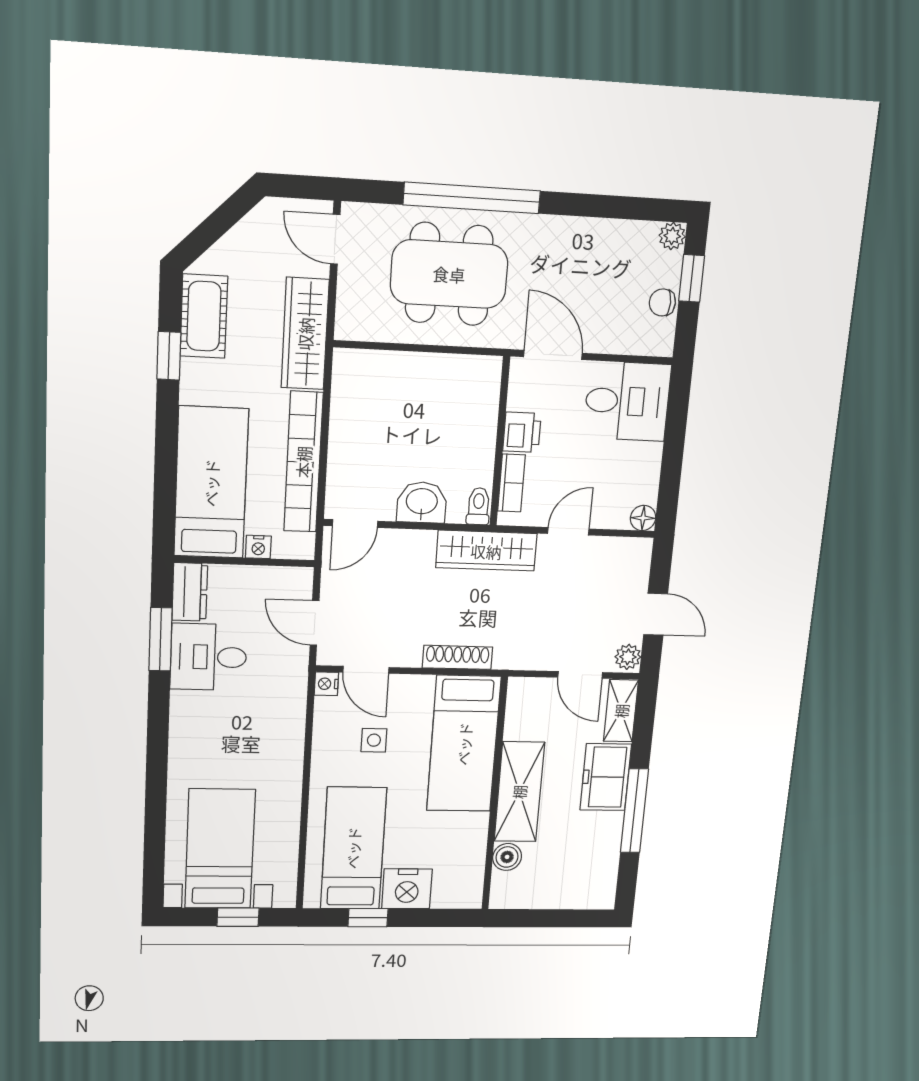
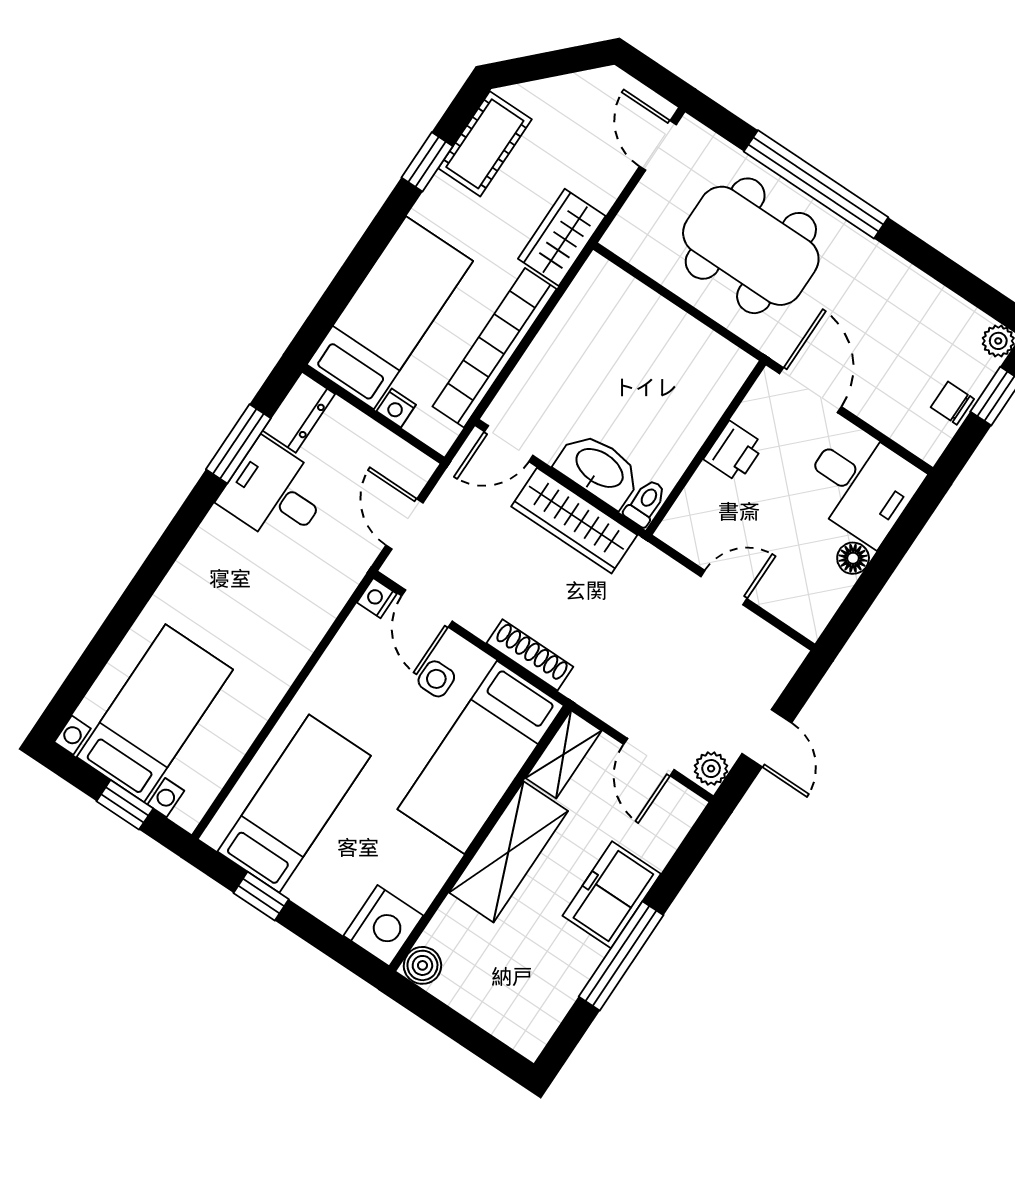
wardrobe: (305, 334) -> (562, 237), width x0.67
bookcase: (512, 483) -> (693, 499), removed
washbasin: (422, 502) -> (599, 469), width x1.38
floor lamp: (643, 518) -> (853, 558), moved
wardrobe: (486, 551) -> (574, 521), moved
shelving: (621, 711) -> (564, 754), moved
side table: (374, 740) -> (436, 679), moved
boiler: (507, 857) -> (422, 965), moved
nightstand: (407, 889) -> (383, 926), moved, turned -90

